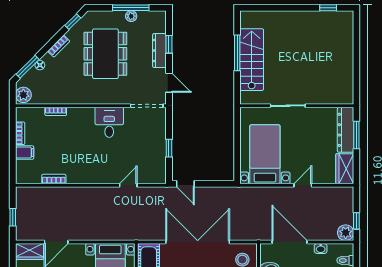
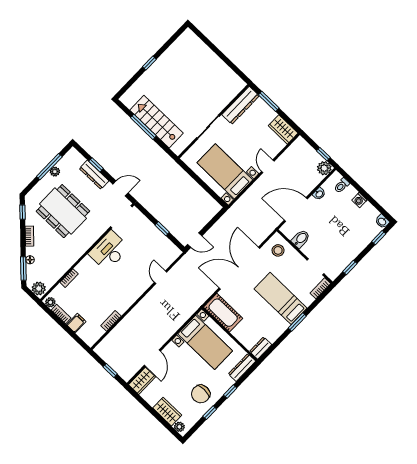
window: (328, 8) -> (149, 63), moved
plant: (21, 115) -> (50, 302), added
desk: (109, 122) -> (109, 251), width x1.37
dresser: (346, 130) -> (241, 105), moved, turned -90

